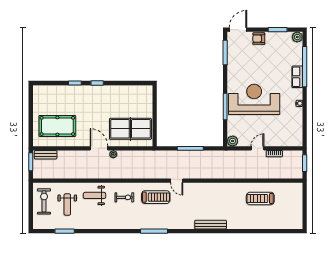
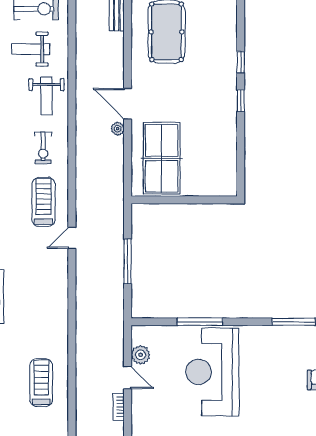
reception desk: (254, 99) -> (212, 372), turned 180
plant: (233, 141) -> (141, 355), moved
door: (99, 148) -> (128, 104), swing flipped
weight bench: (94, 195) -> (46, 96), turned 180
treadmill: (156, 197) -> (44, 202), turned 180

